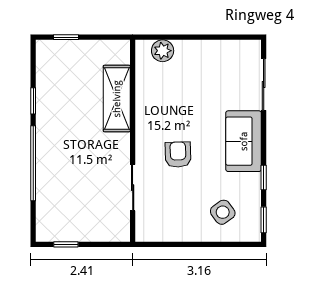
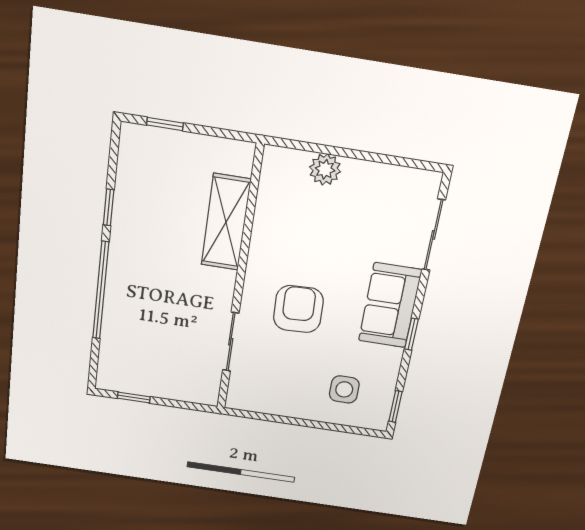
plant: (163, 51) -> (325, 169), moved
armchair: (178, 154) -> (298, 309), width x1.38, depth x1.38
window: (264, 177) -> (412, 334), moved
side table: (223, 212) -> (344, 389), turned 36

